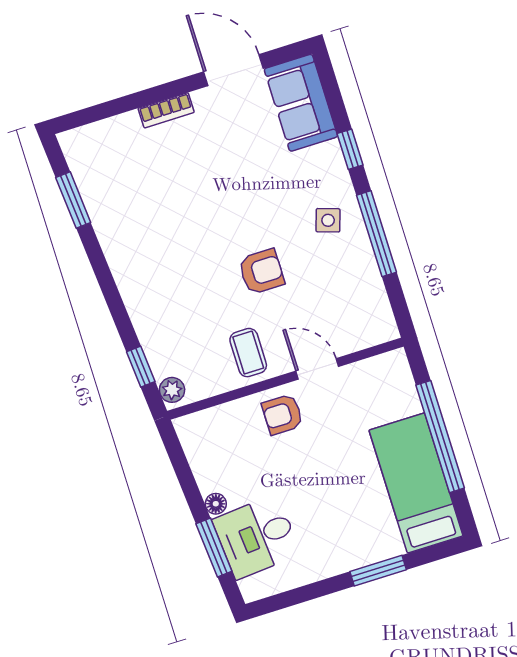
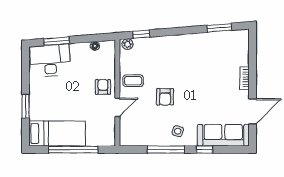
sofa: (301, 103) -> (223, 135), width x1.36
floor lamp: (216, 504) -> (95, 46), moved
desk: (257, 537) -> (50, 61), width x1.37

